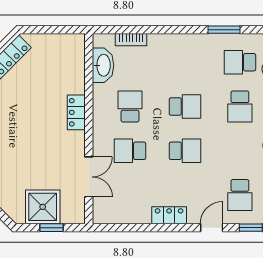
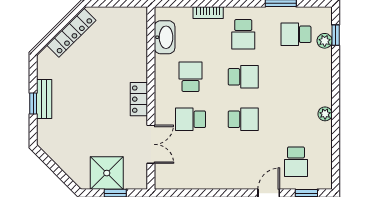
bookcase: (131, 40) -> (208, 13), moved
school desk: (240, 106) -> (243, 34), moved
locker: (76, 112) -> (139, 99), moved
locker: (169, 215) -> (228, 181), removed

